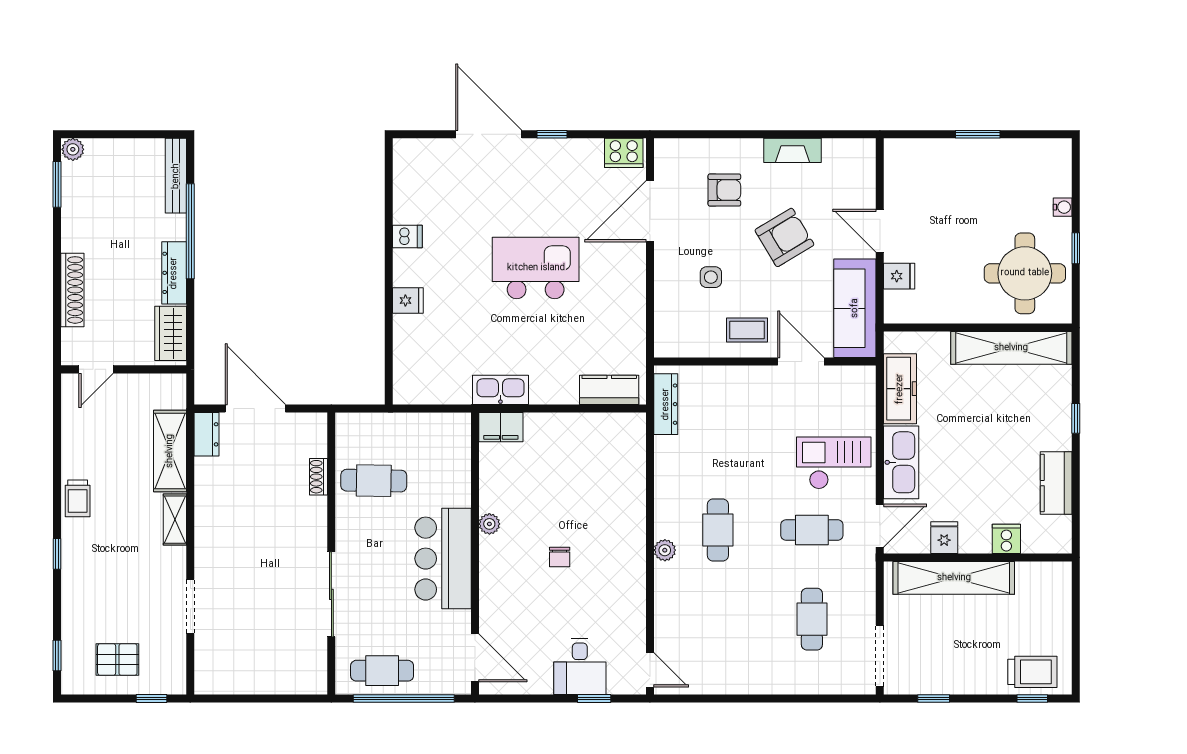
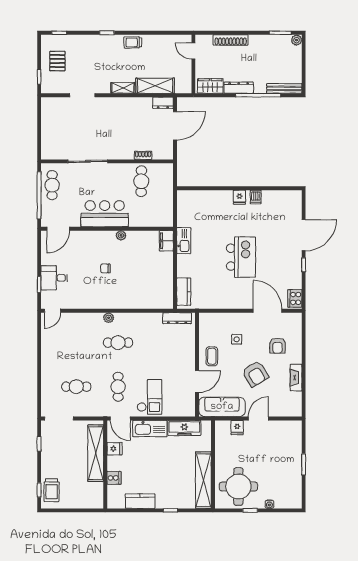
fridge: (408, 300) -> (239, 197), moved

